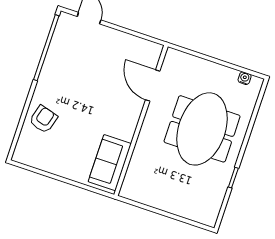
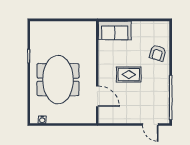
rug: (96, 102) -> (129, 75), added
sofa: (110, 163) -> (115, 30), moved, turned 90

